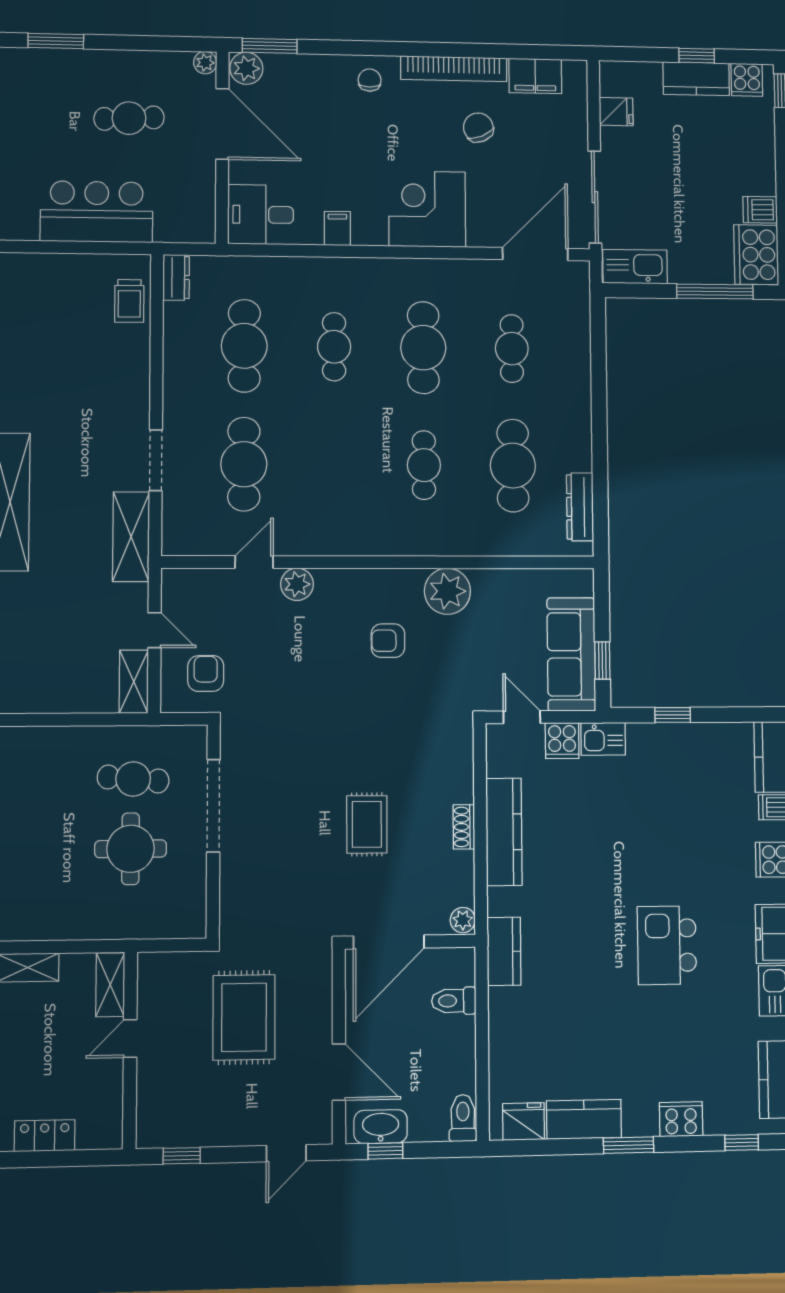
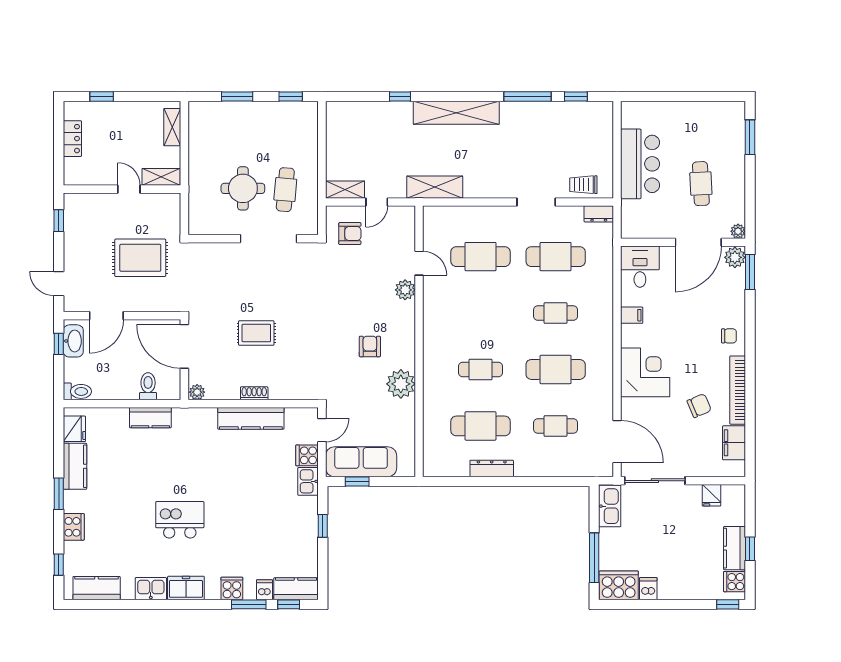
doorway: (156, 460) -> (536, 202), moved
dresser: (580, 507) -> (492, 468), moved
kitchen counter: (504, 951) -> (150, 418), moved

